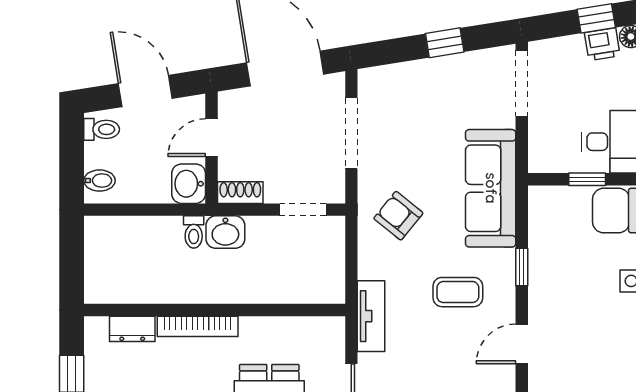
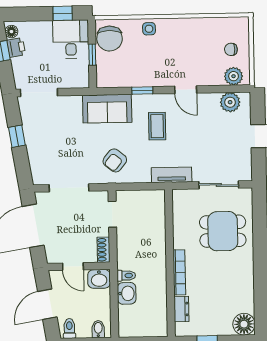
sofa: (491, 188) -> (107, 109), width x0.73
washbasin: (225, 232) -> (127, 293), moved

